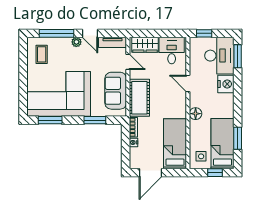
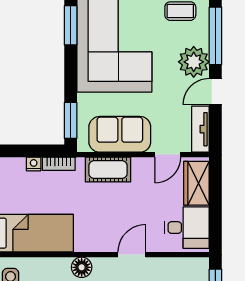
plant: (76, 42) -> (194, 62), width x1.88, depth x1.88
cot: (139, 98) -> (108, 170), width x0.73, depth x0.75
window: (95, 120) -> (71, 120), moved

